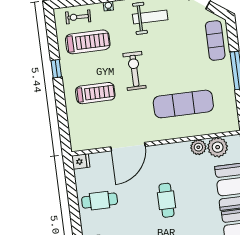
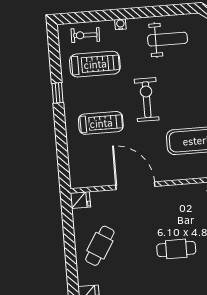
door: (128, 147) -> (135, 186), swing flipped
cafe table: (166, 200) -> (176, 249), turned 90
cafe table: (100, 201) -> (100, 246), turned -58

